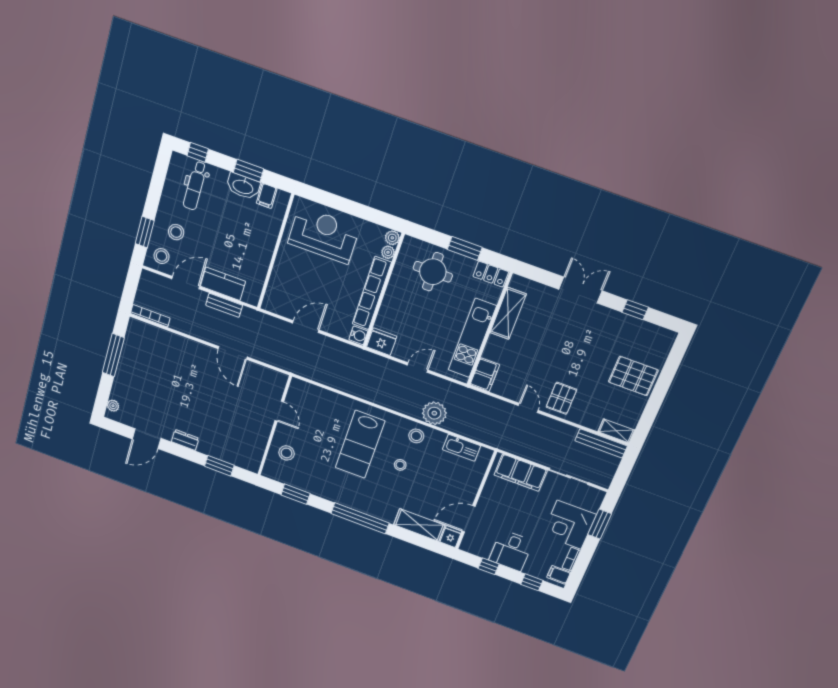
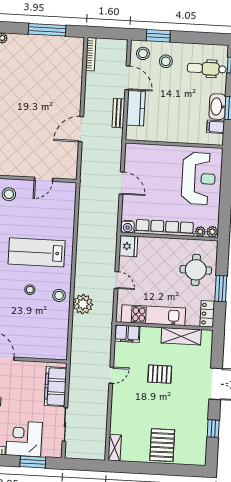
pallet: (561, 398) -> (160, 374), moved
bench: (601, 443) -> (101, 440), removed
kitchen sink: (462, 448) -> (61, 334), removed

